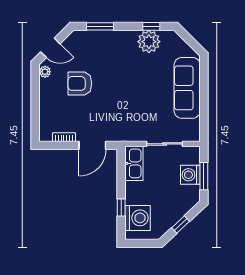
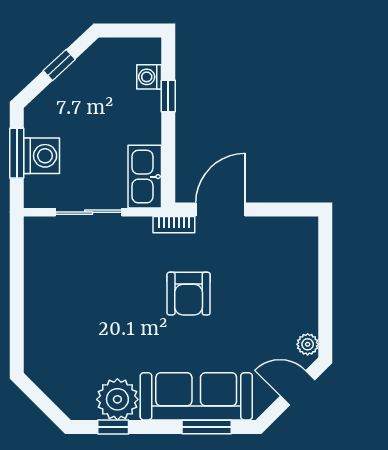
armchair: (80, 83) -> (189, 294), moved, turned 90
sofa: (187, 88) -> (196, 396), moved, turned -90
bookcase: (64, 137) -> (174, 225), moved
washing machine: (137, 218) -> (149, 77), width x0.53, depth x0.53

